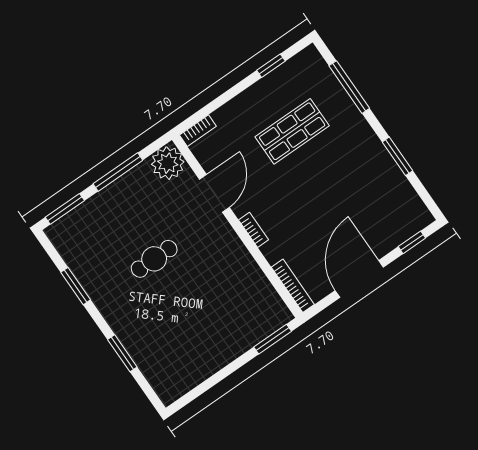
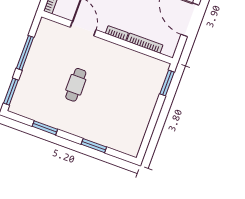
plant: (168, 163) -> (48, 30), removed
bookcase: (293, 286) -> (145, 43), moved

